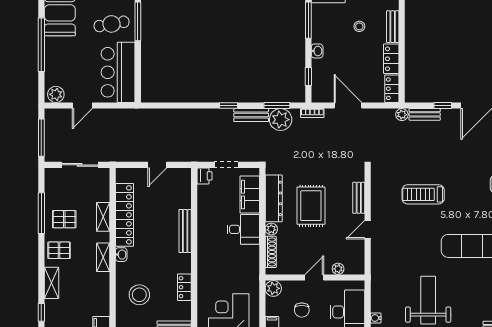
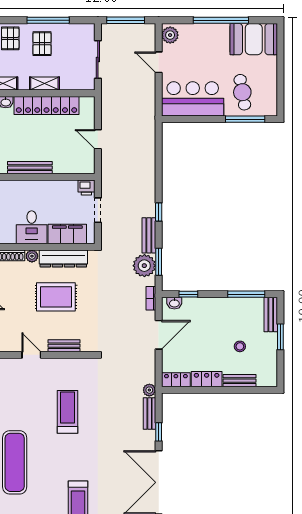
washbasin: (317, 51) -> (174, 303), moved

